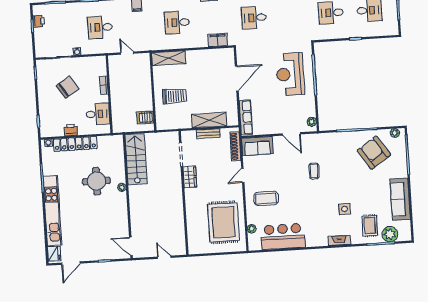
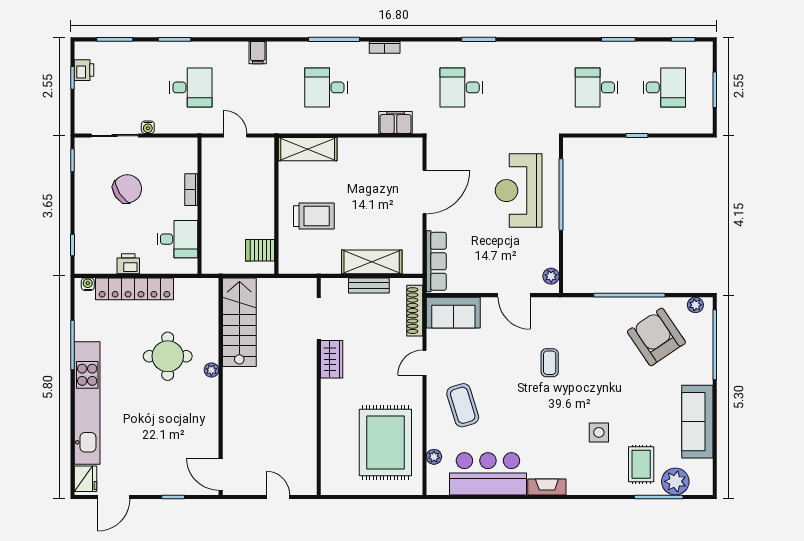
desk: (100, 27) -> (191, 87), turned 180
coffee table: (266, 198) -> (463, 405), turned 73
fireplace: (339, 240) -> (547, 487), moved

